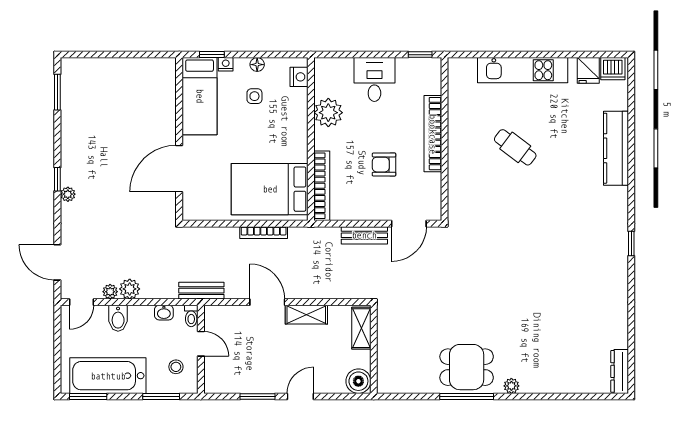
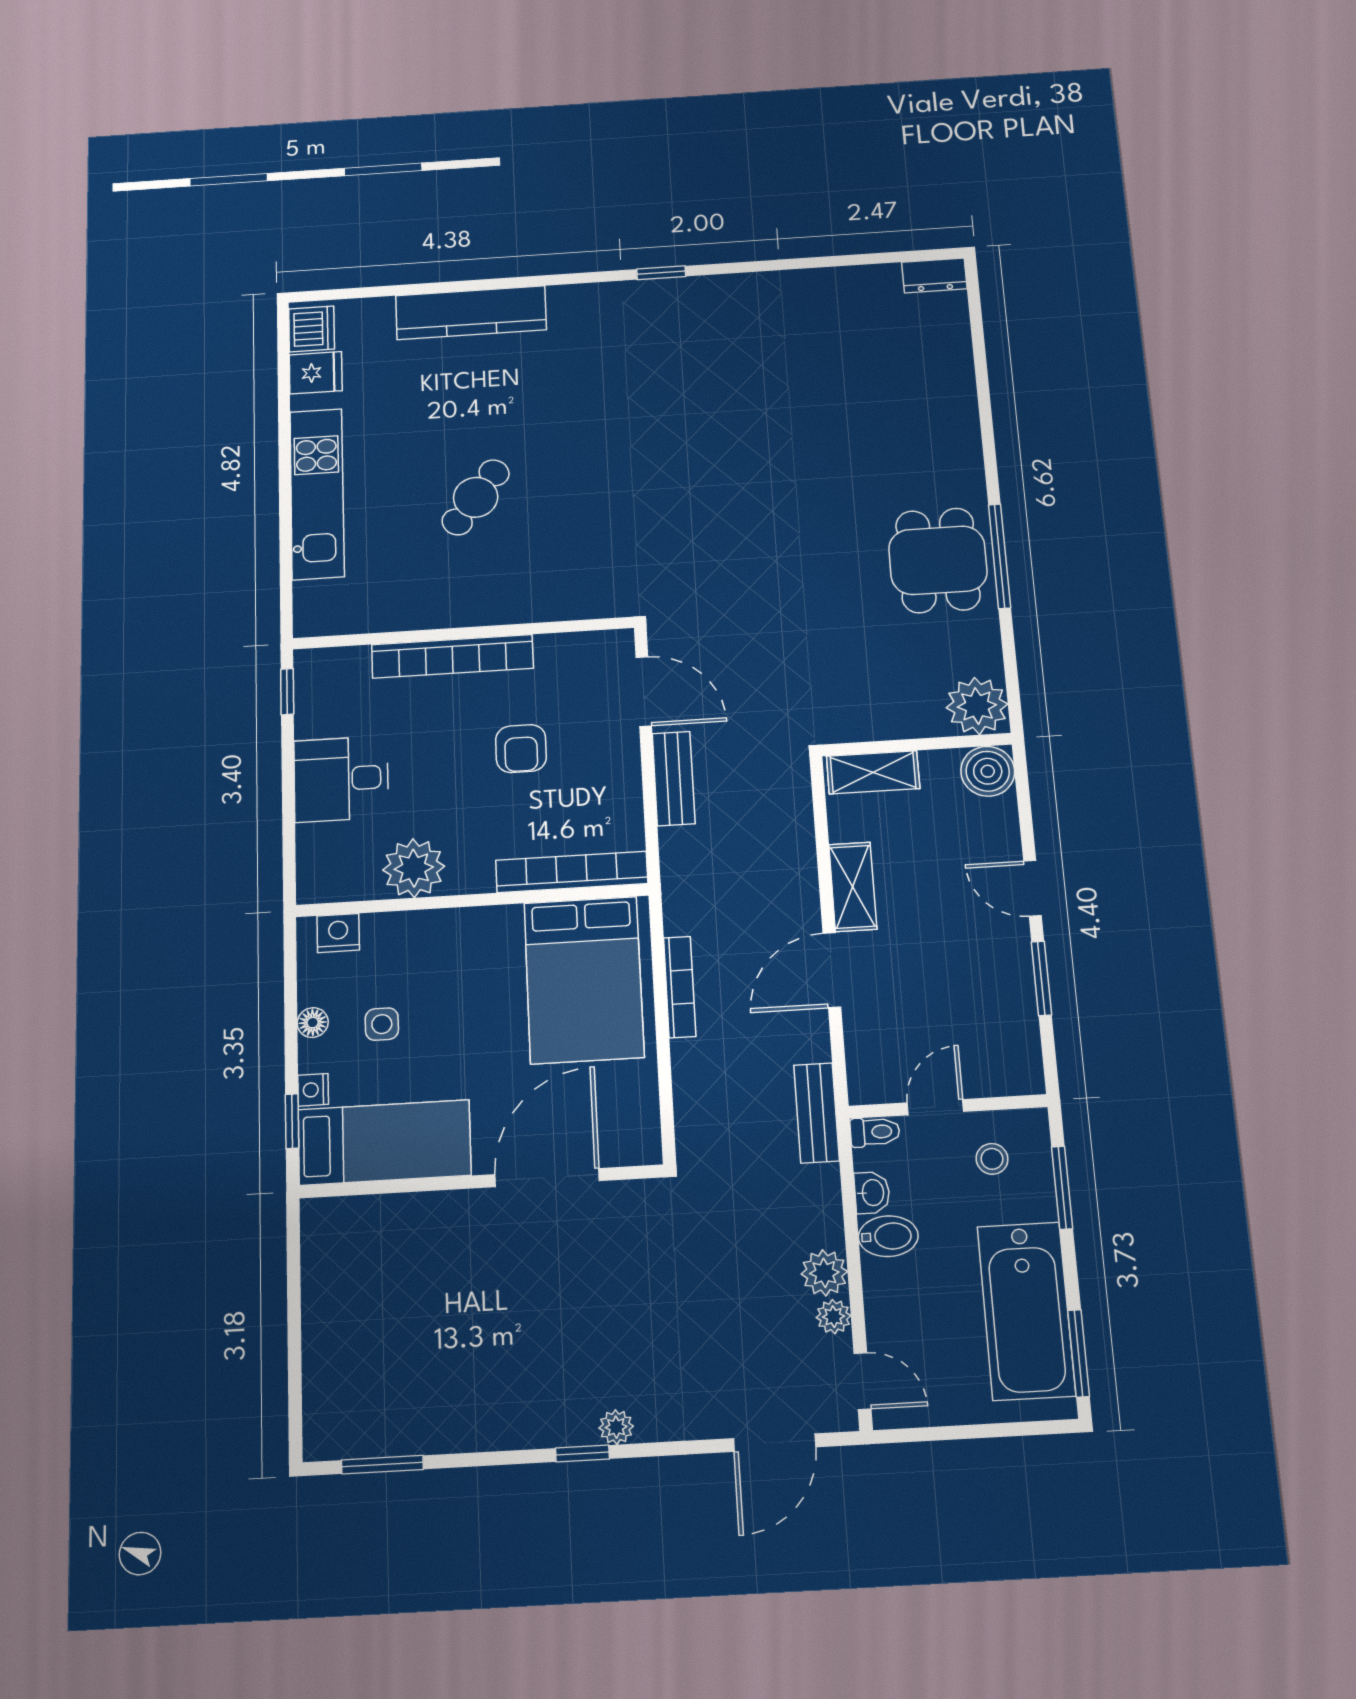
door: (179, 169) -> (547, 1178), swing flipped
bidet: (118, 318) -> (888, 1236), moved
dresser: (620, 371) -> (934, 275), width x0.70
plant: (511, 386) -> (977, 706), moved, width x1.88, depth x1.88

